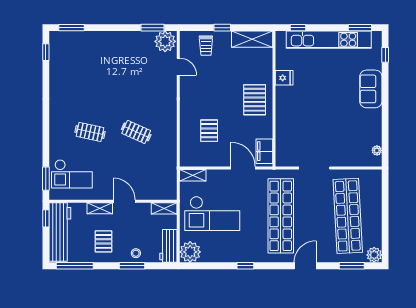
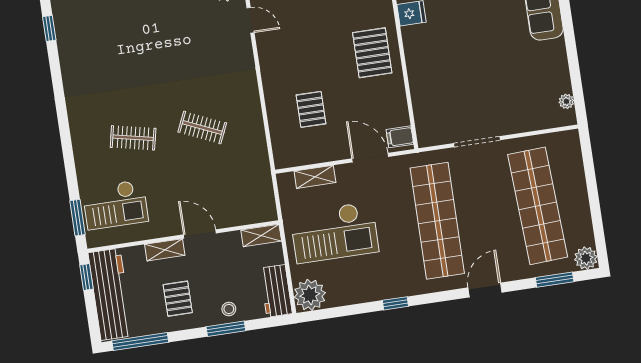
filing cabinet: (264, 151) -> (400, 137), width x0.50
shelving: (193, 175) -> (315, 177), moved

